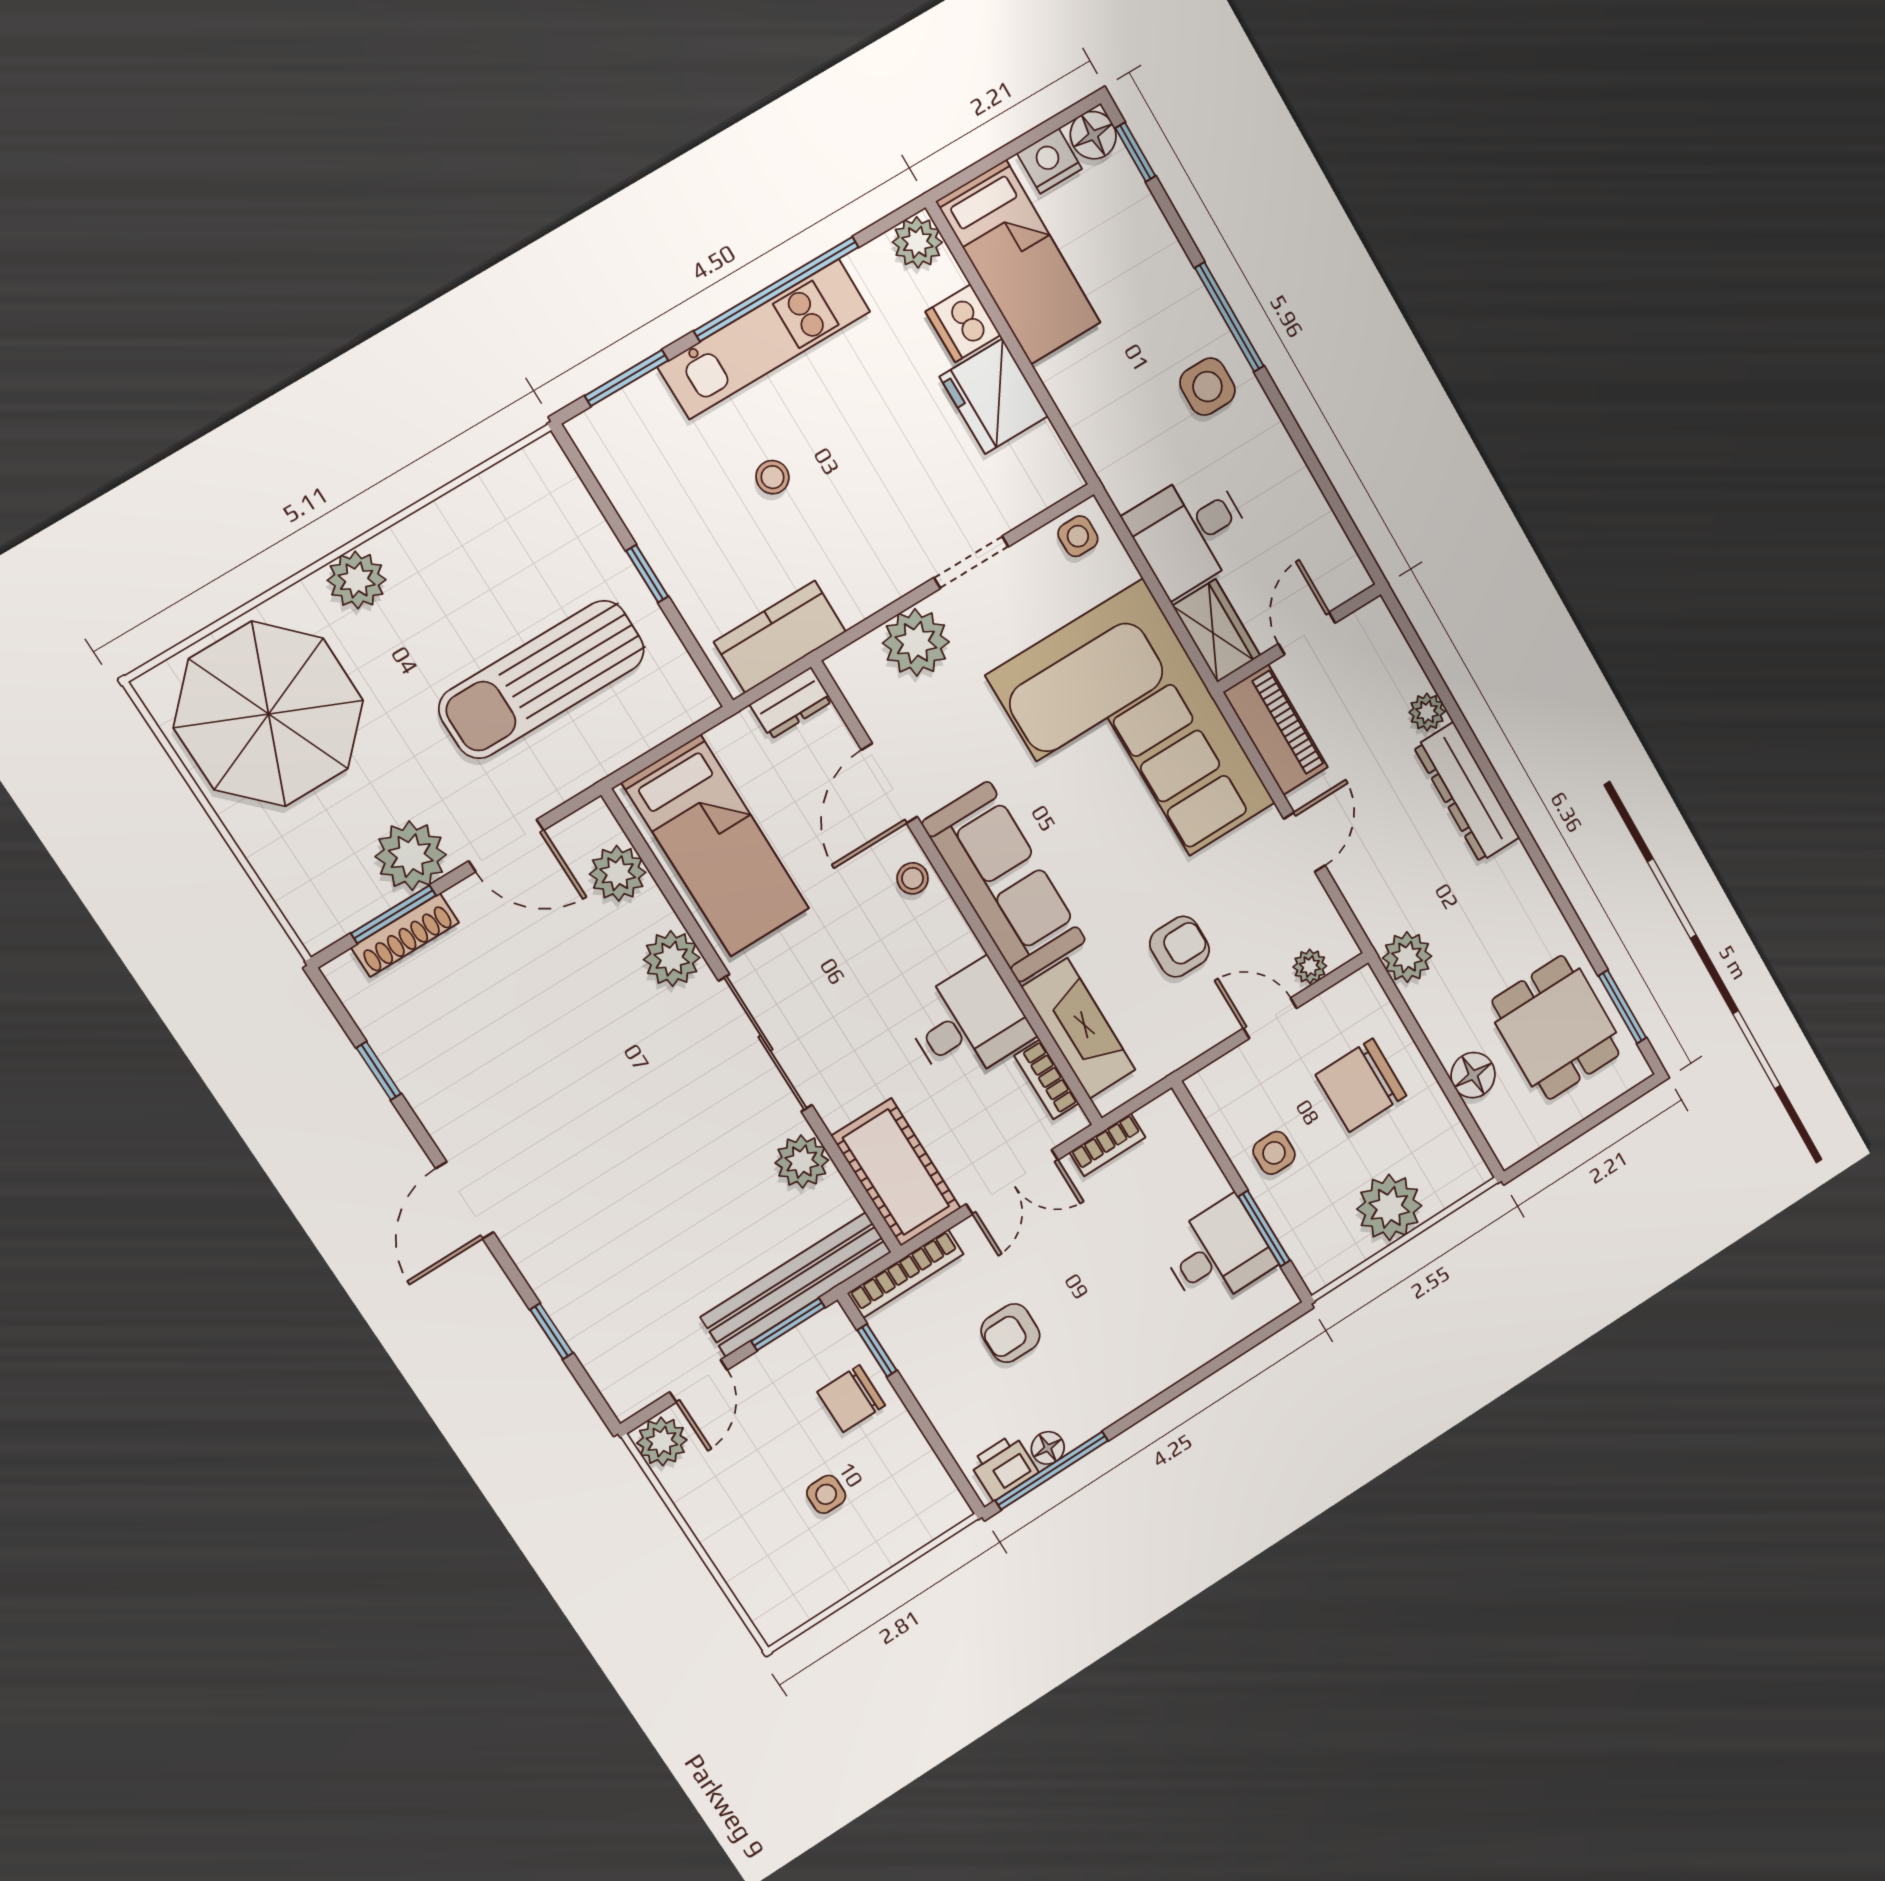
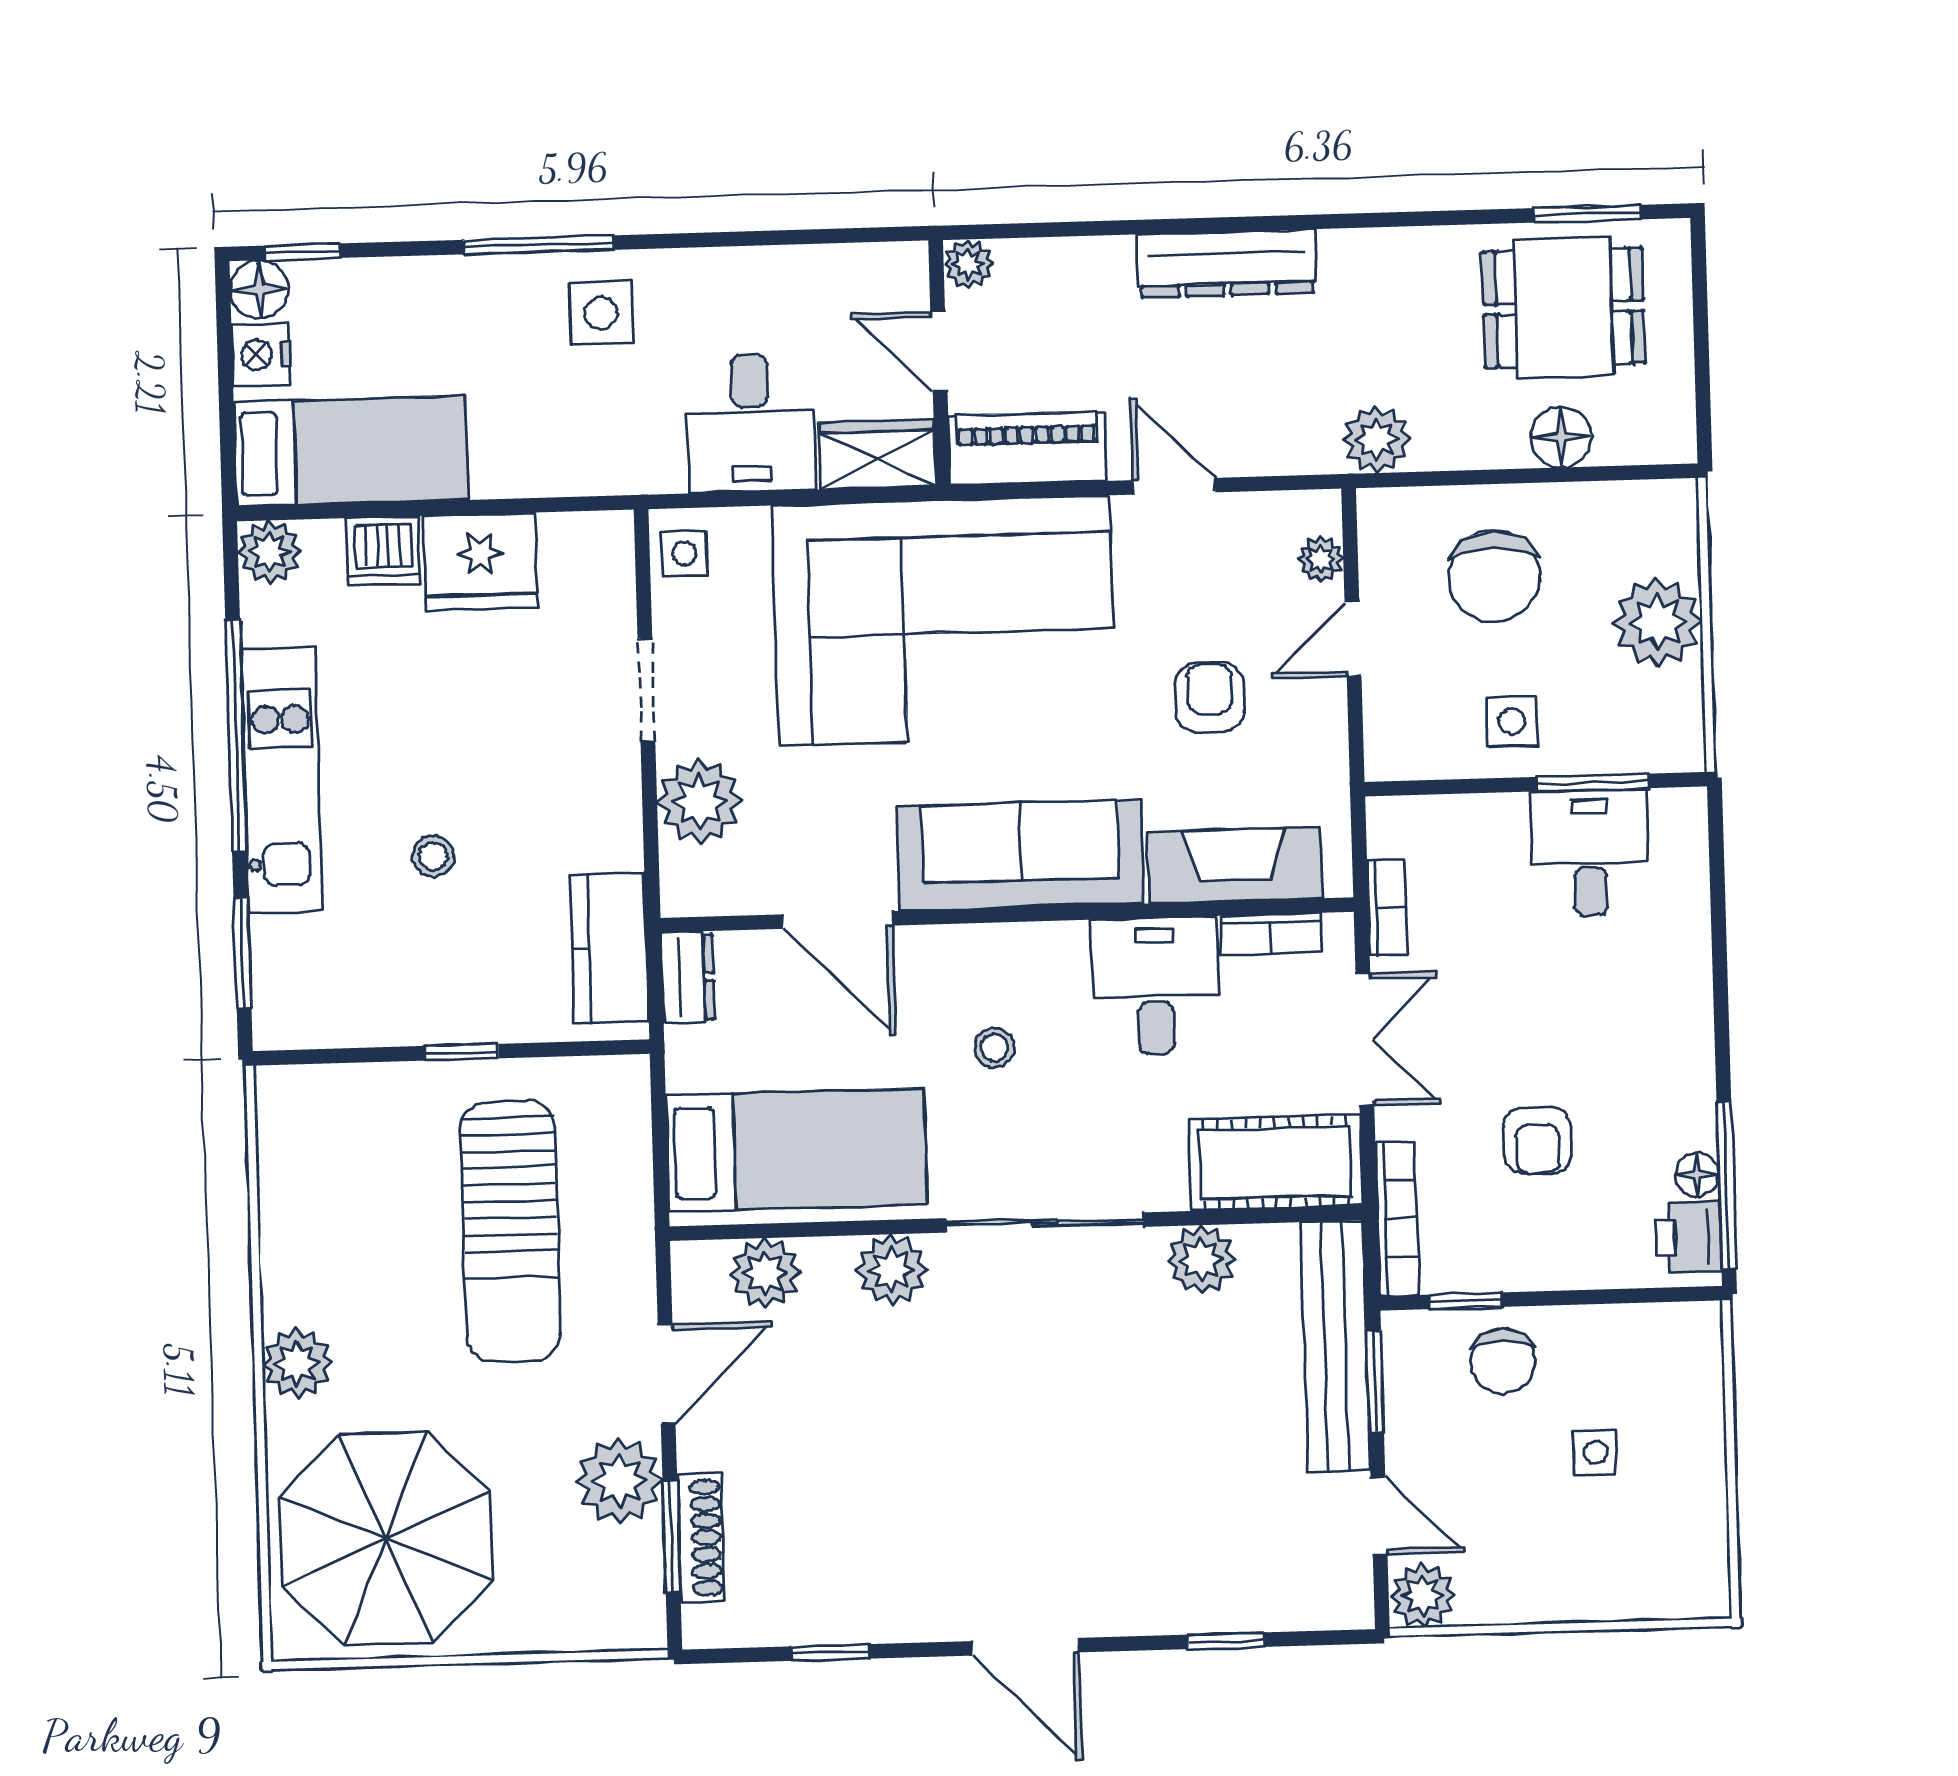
plant: (1427, 712) -> (968, 264), moved
stool: (913, 878) -> (994, 1048), moved

